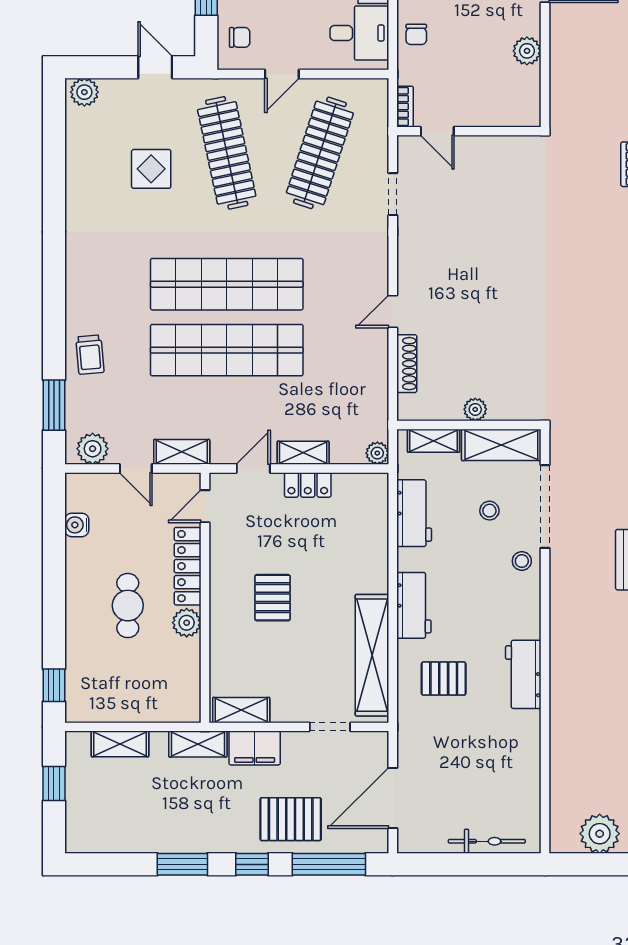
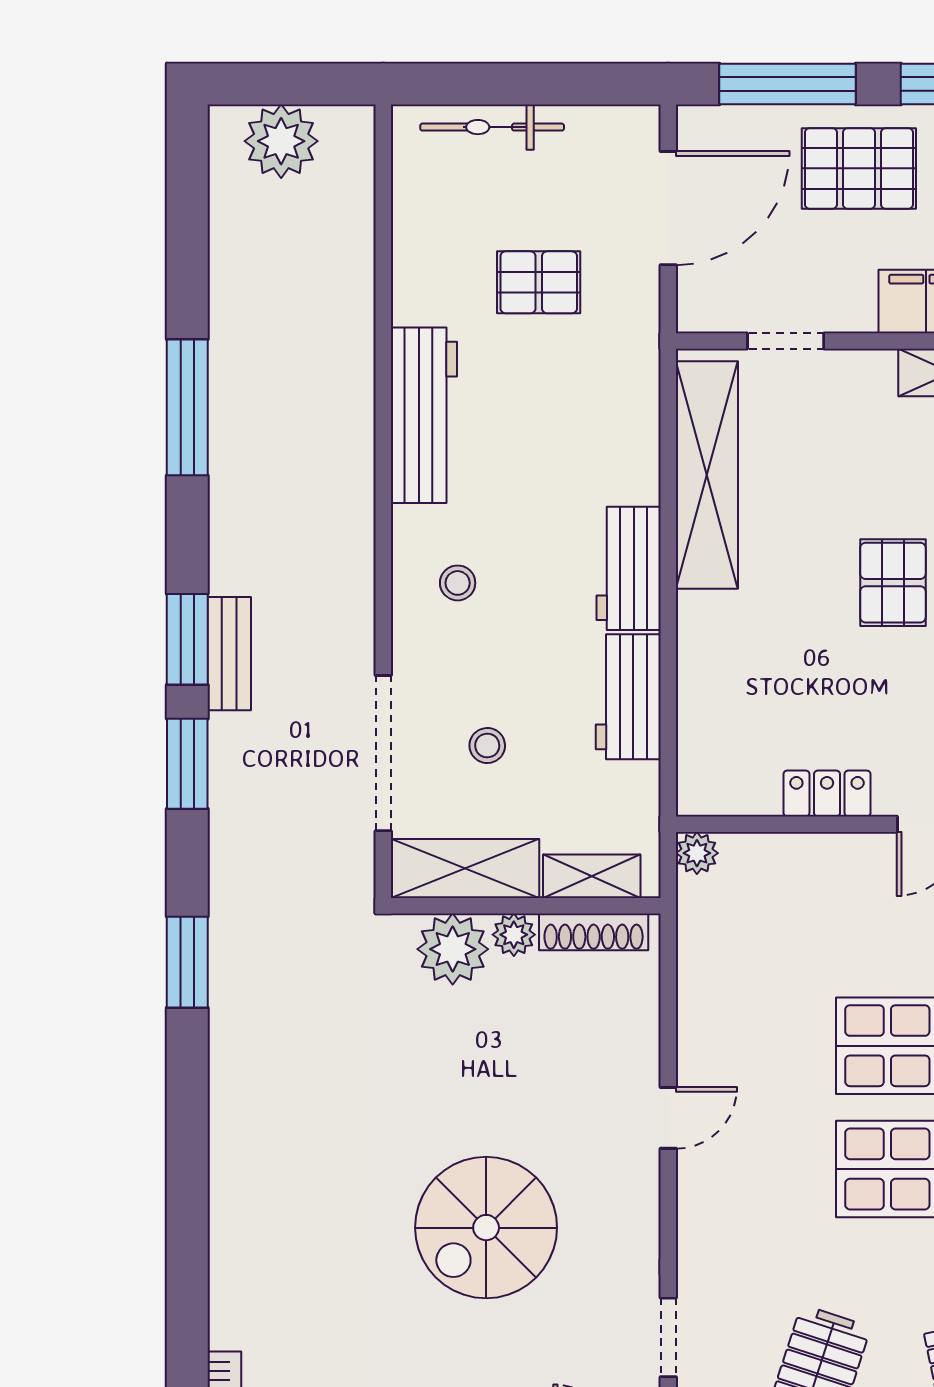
spiral stairs: (490, 253) -> (486, 1228), added
shoe rack: (407, 364) -> (594, 932), moved, turned -90
plant: (508, 402) -> (453, 949), added
shelving: (303, 453) -> (836, 854), removed
workbench: (414, 513) -> (628, 697), moved
stool: (522, 561) -> (458, 583), moved
workbench: (523, 674) -> (424, 415), width x1.38
pallet: (444, 679) -> (539, 282), moved

